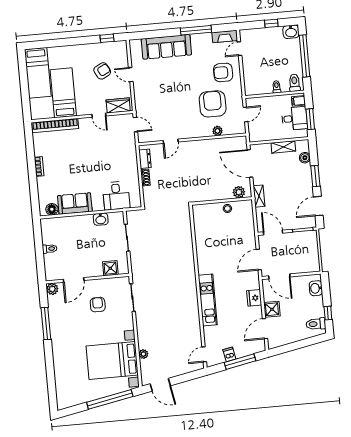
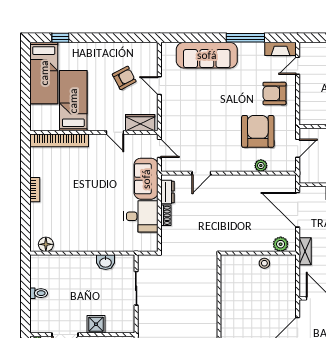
window: (107, 38) -> (60, 38), moved
desk: (116, 196) -> (141, 216), moved, turned -90
sofa: (75, 204) -> (146, 179), moved, turned -90
shower: (110, 268) -> (96, 324), moved

